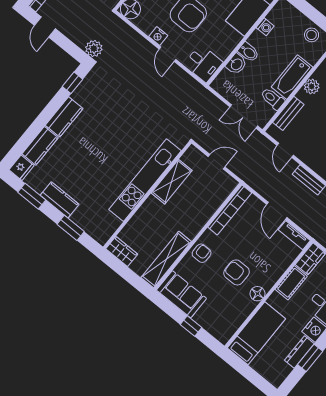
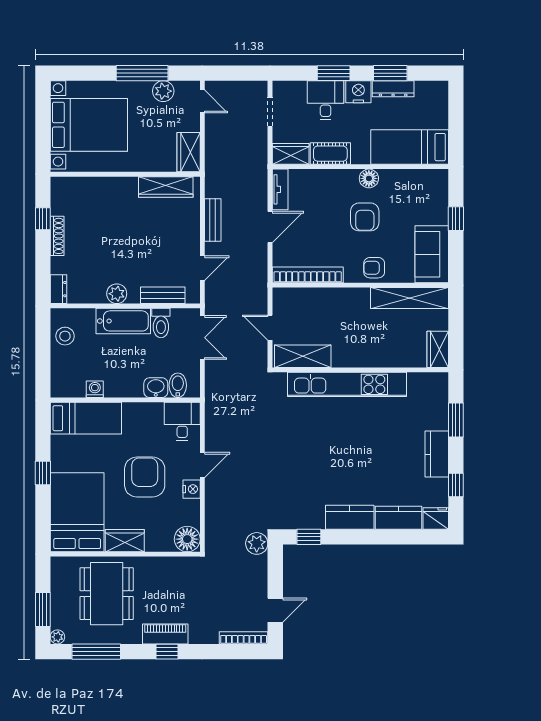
bidet: (248, 52) -> (178, 385), moved
shelving: (172, 182) -> (303, 356), moved
window: (32, 196) -> (456, 485), width x0.67

